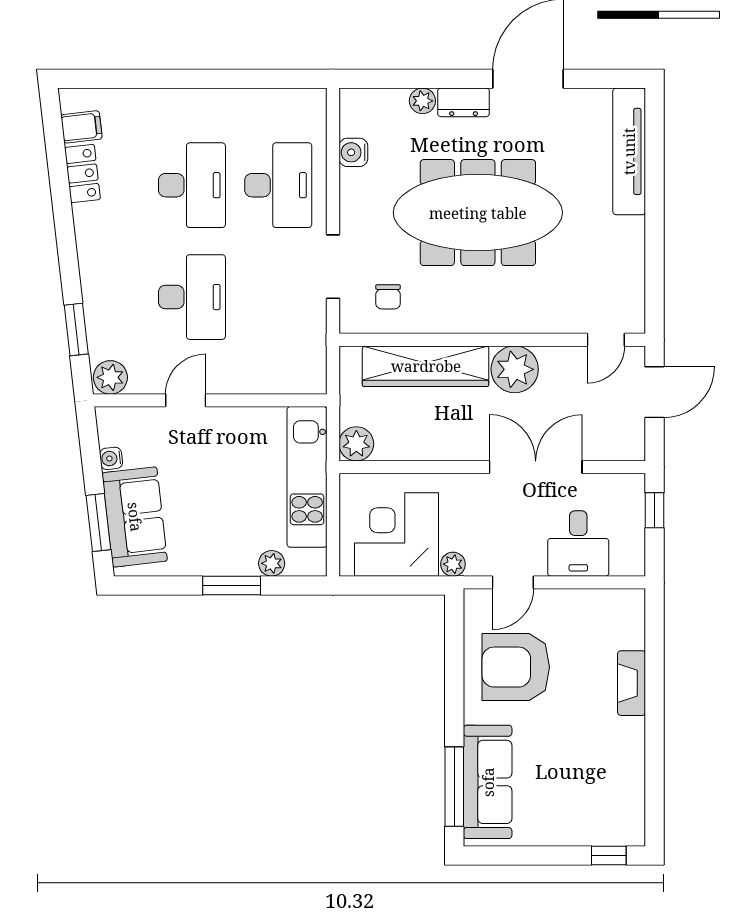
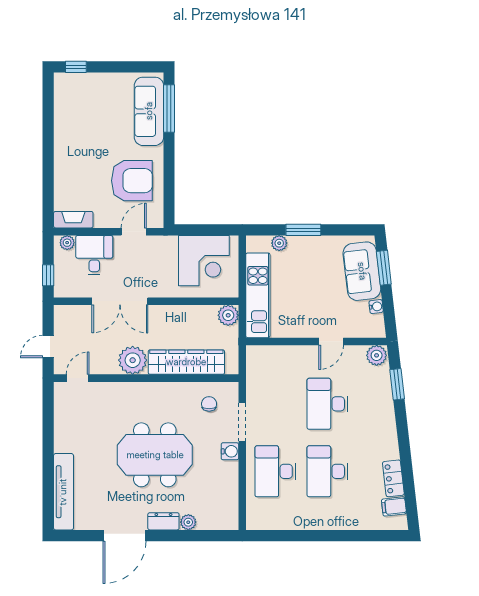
water cooler: (353, 152) -> (230, 451), moved
meeting table: (478, 213) -> (155, 455), width x0.73
door: (655, 392) -> (48, 346), width x0.73
plant: (453, 564) -> (67, 243), moved
fireplace: (632, 683) -> (73, 220), moved, turned -90

